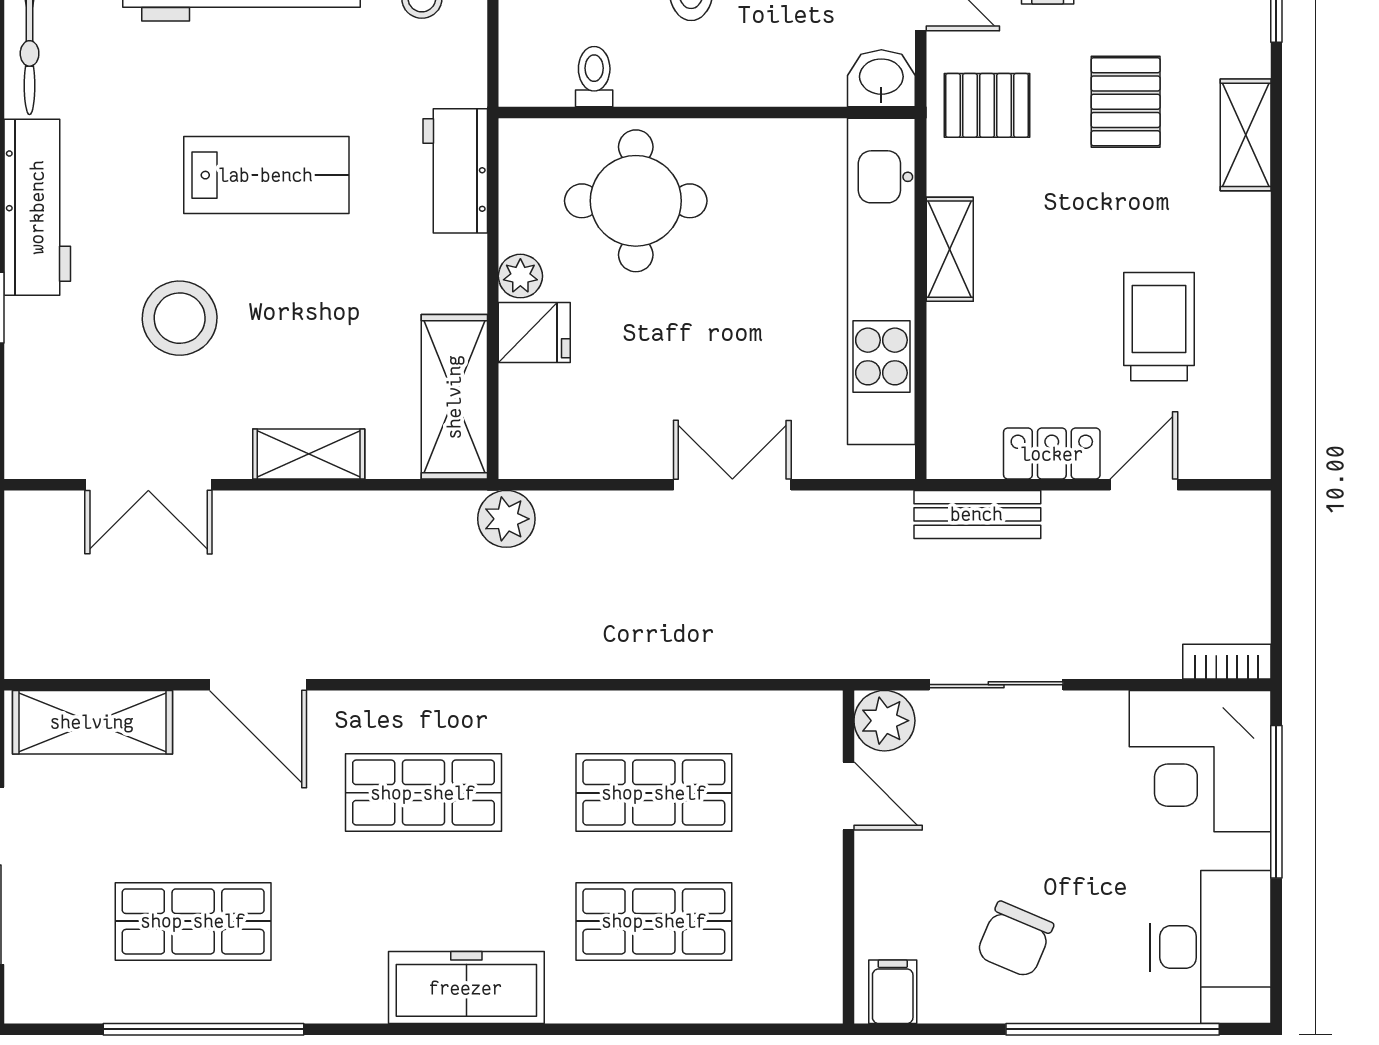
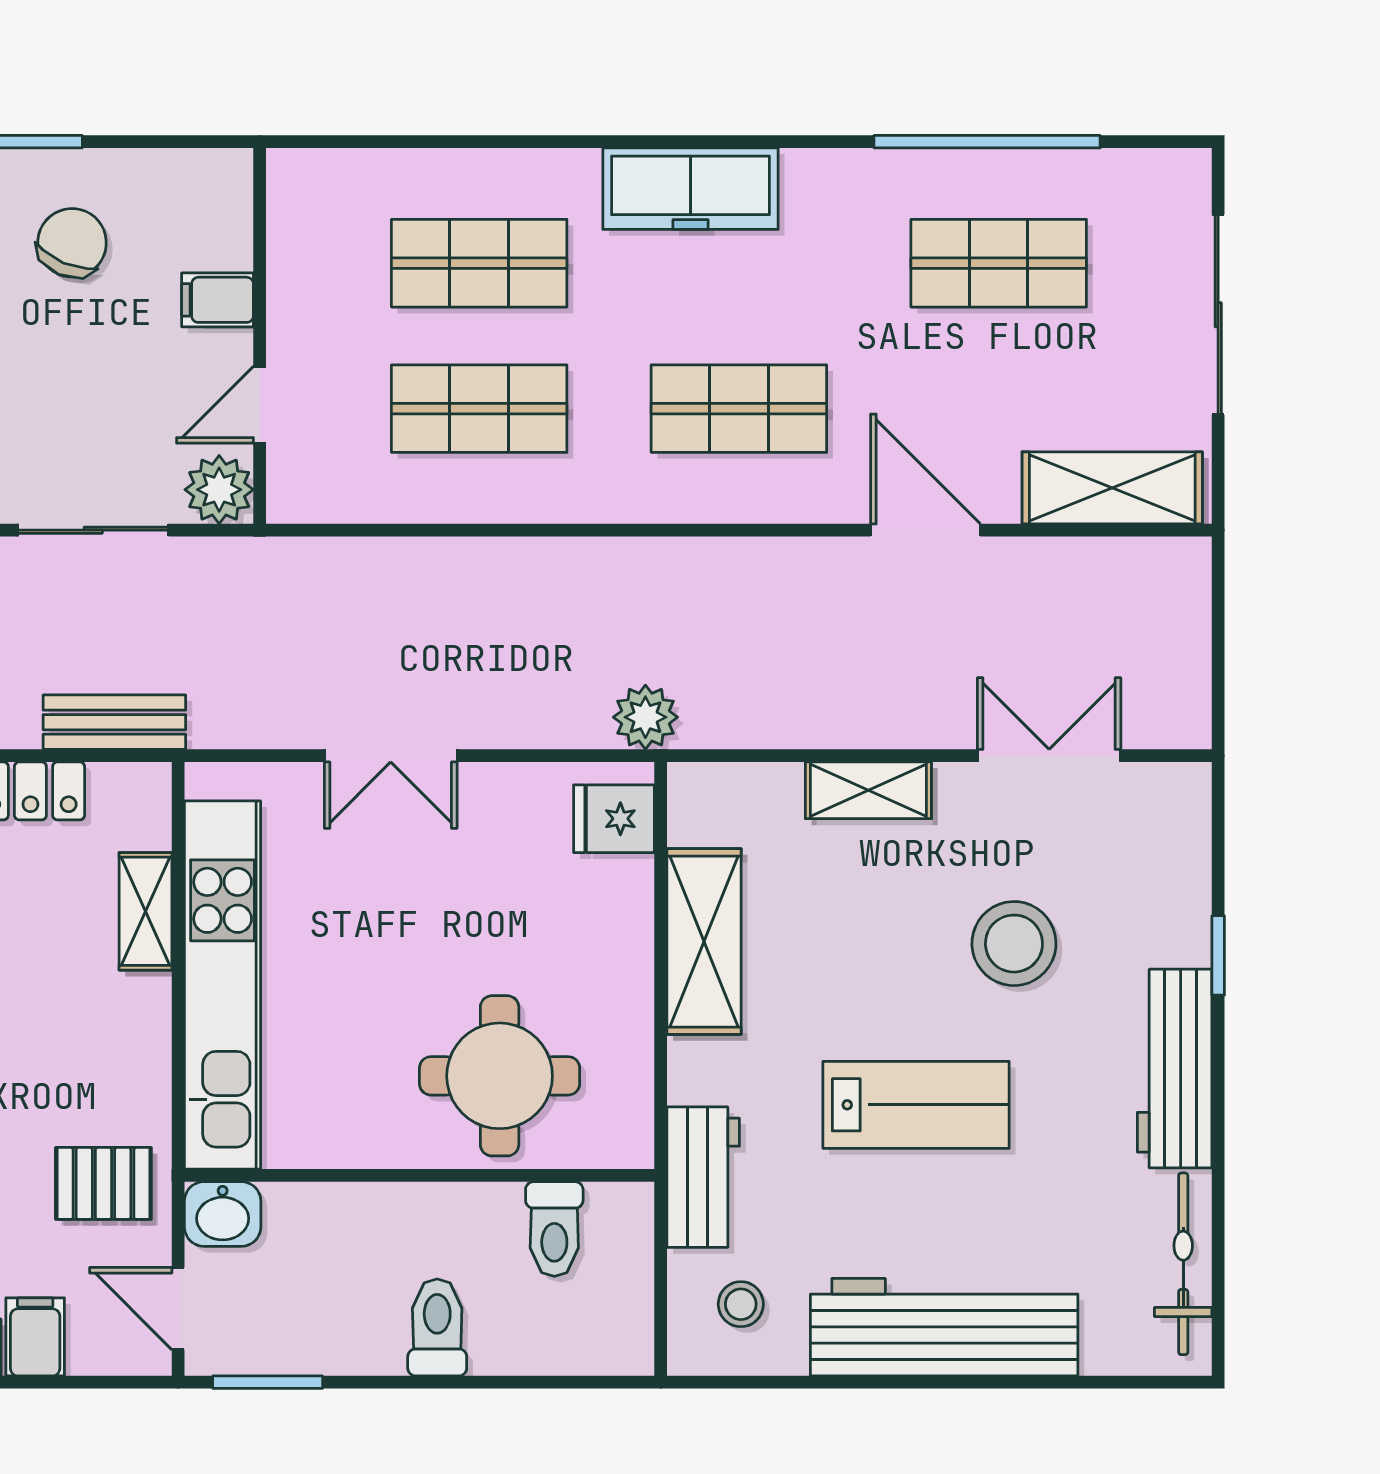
toilet: (594, 77) -> (554, 1229), width x1.37, depth x1.39
workbench: (455, 171) -> (703, 1177), moved
lab bench: (266, 175) -> (916, 1105), turned 180
shelving: (950, 249) -> (145, 911), moved
plant: (520, 276) -> (630, 991), removed
fridge: (534, 332) -> (614, 819), moved
shelving: (454, 397) -> (704, 942), moved
door: (849, 796) -> (260, 405), hinge flipped
filing cabinet: (893, 992) -> (217, 300), moved, turned 90

